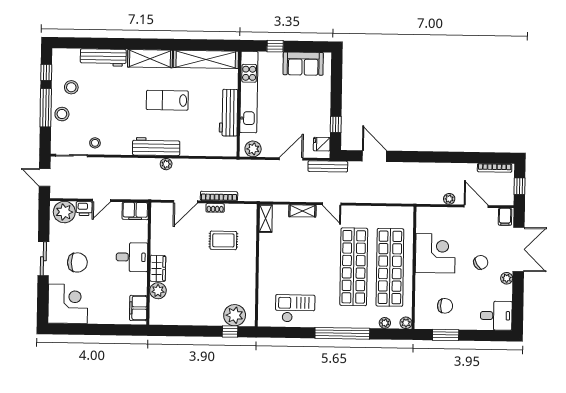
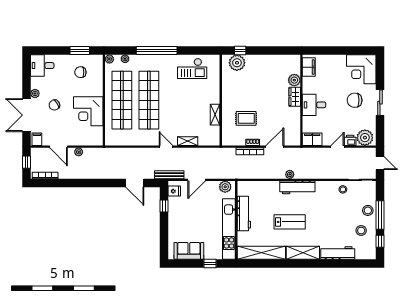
shelving: (266, 218) -> (215, 115), moved

